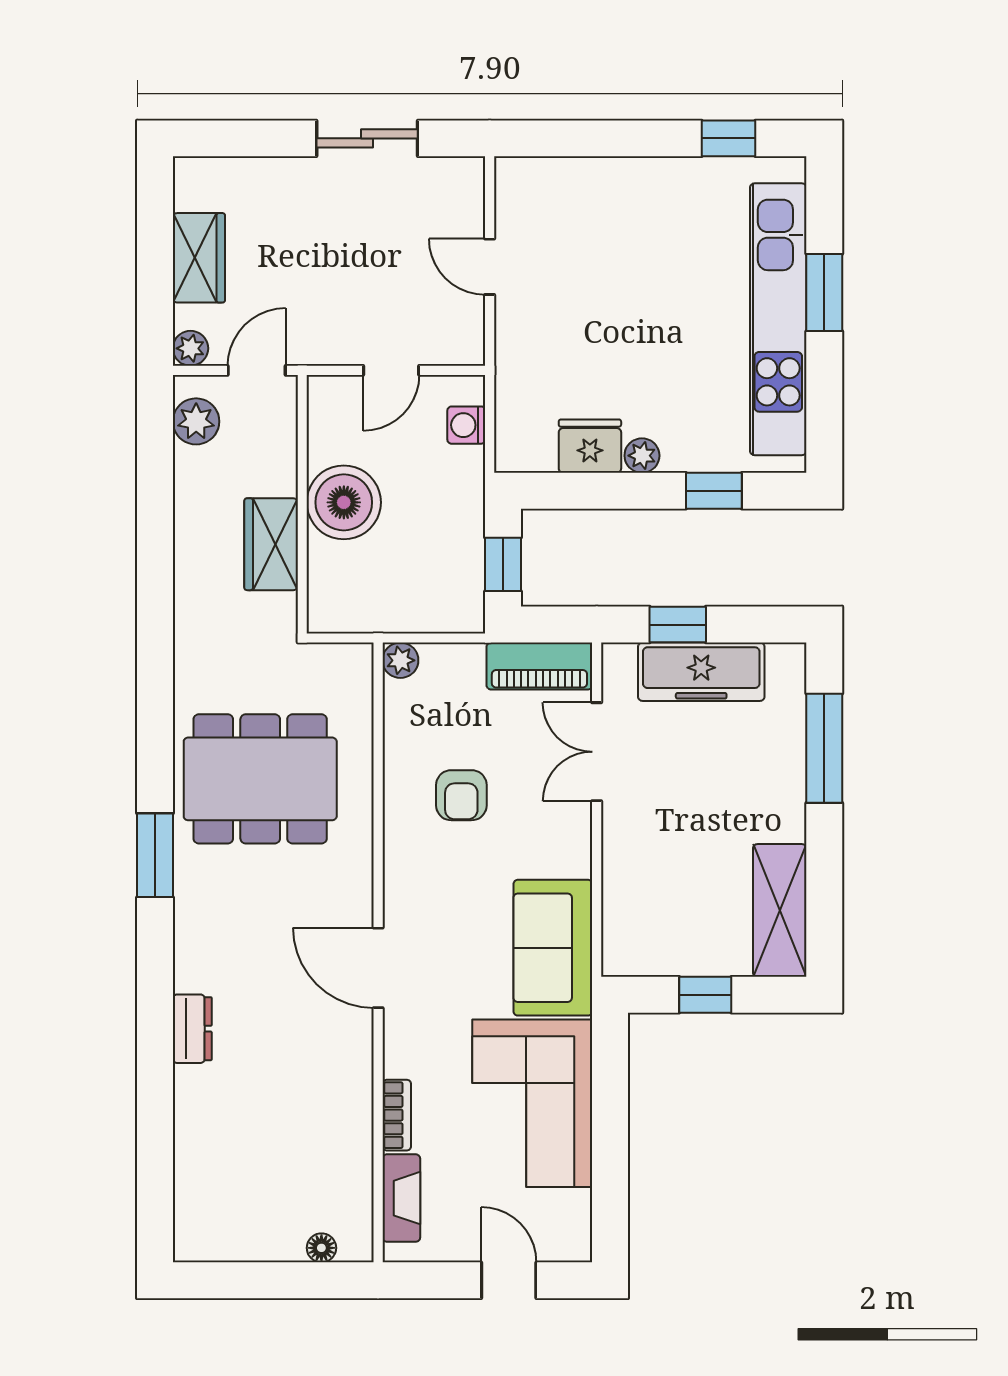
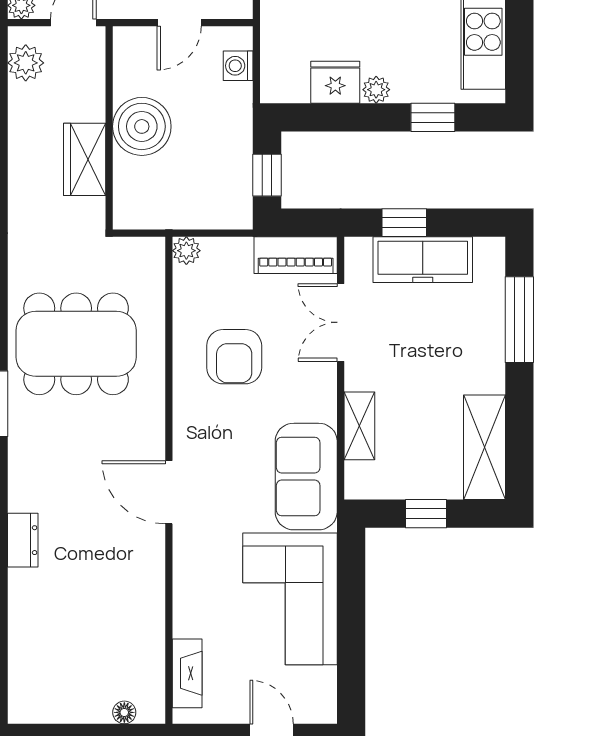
armchair: (461, 795) -> (234, 357), width x1.38, depth x1.38
shelving: (621, 883) -> (359, 426), added
bookcase: (397, 1115) -> (183, 608), removed

